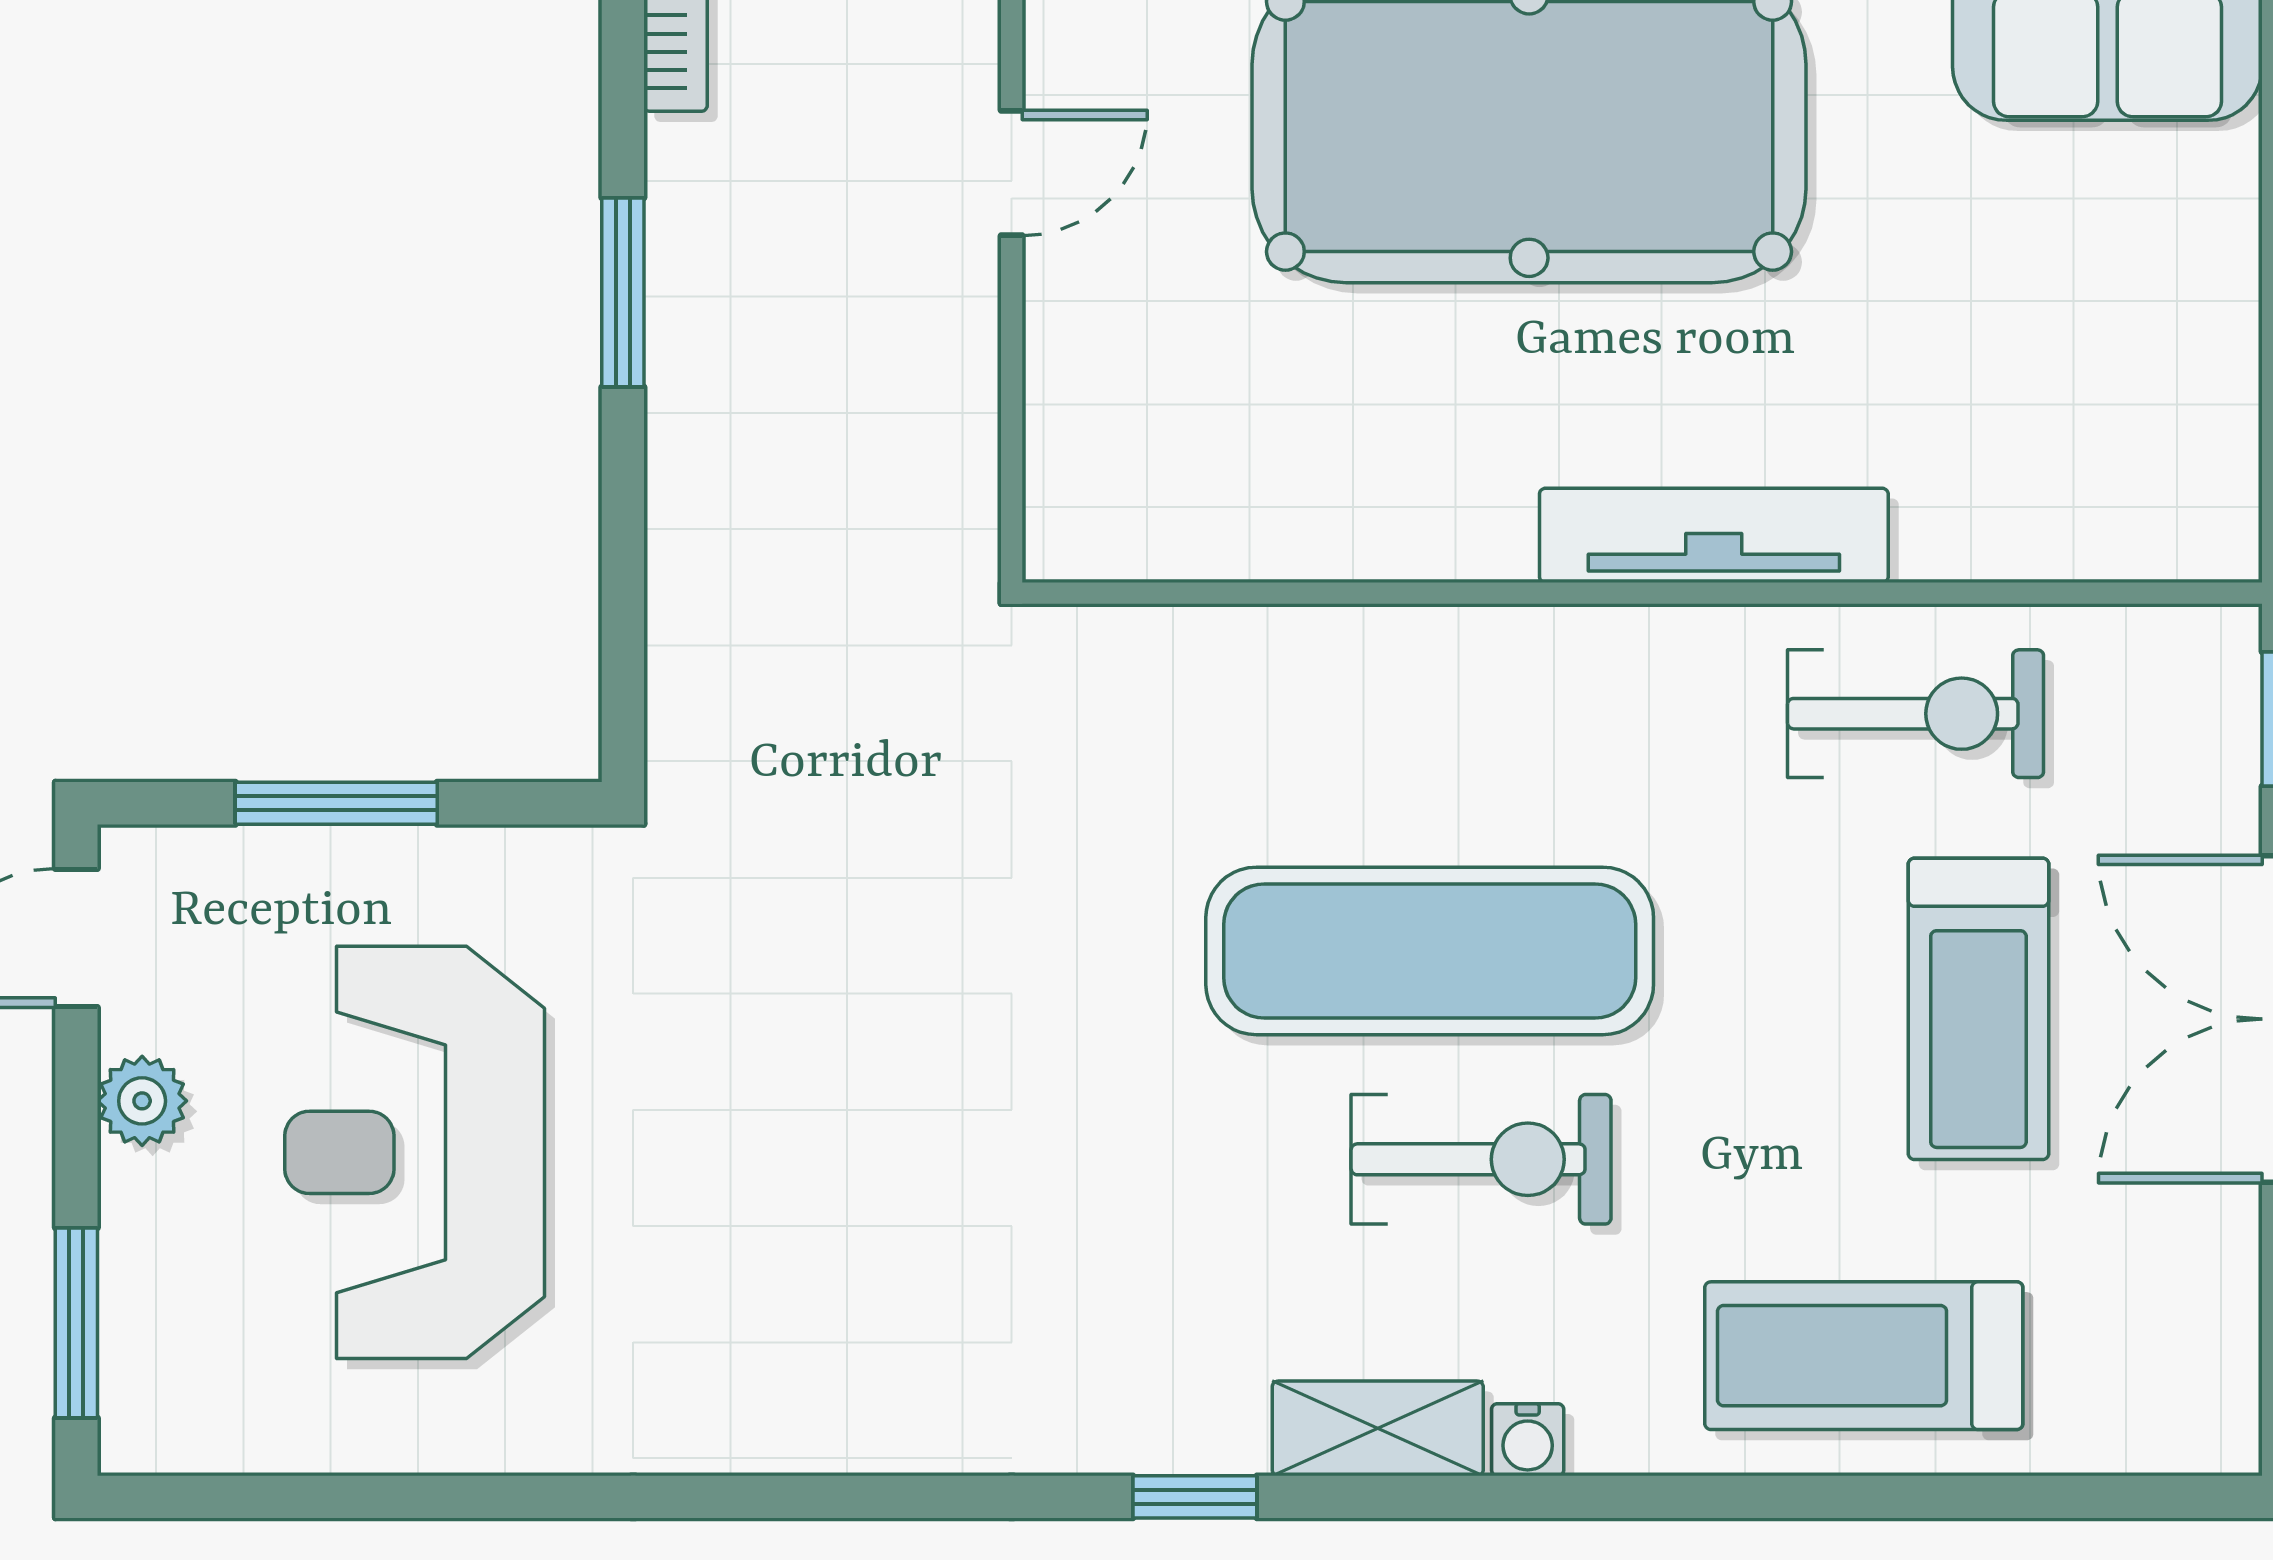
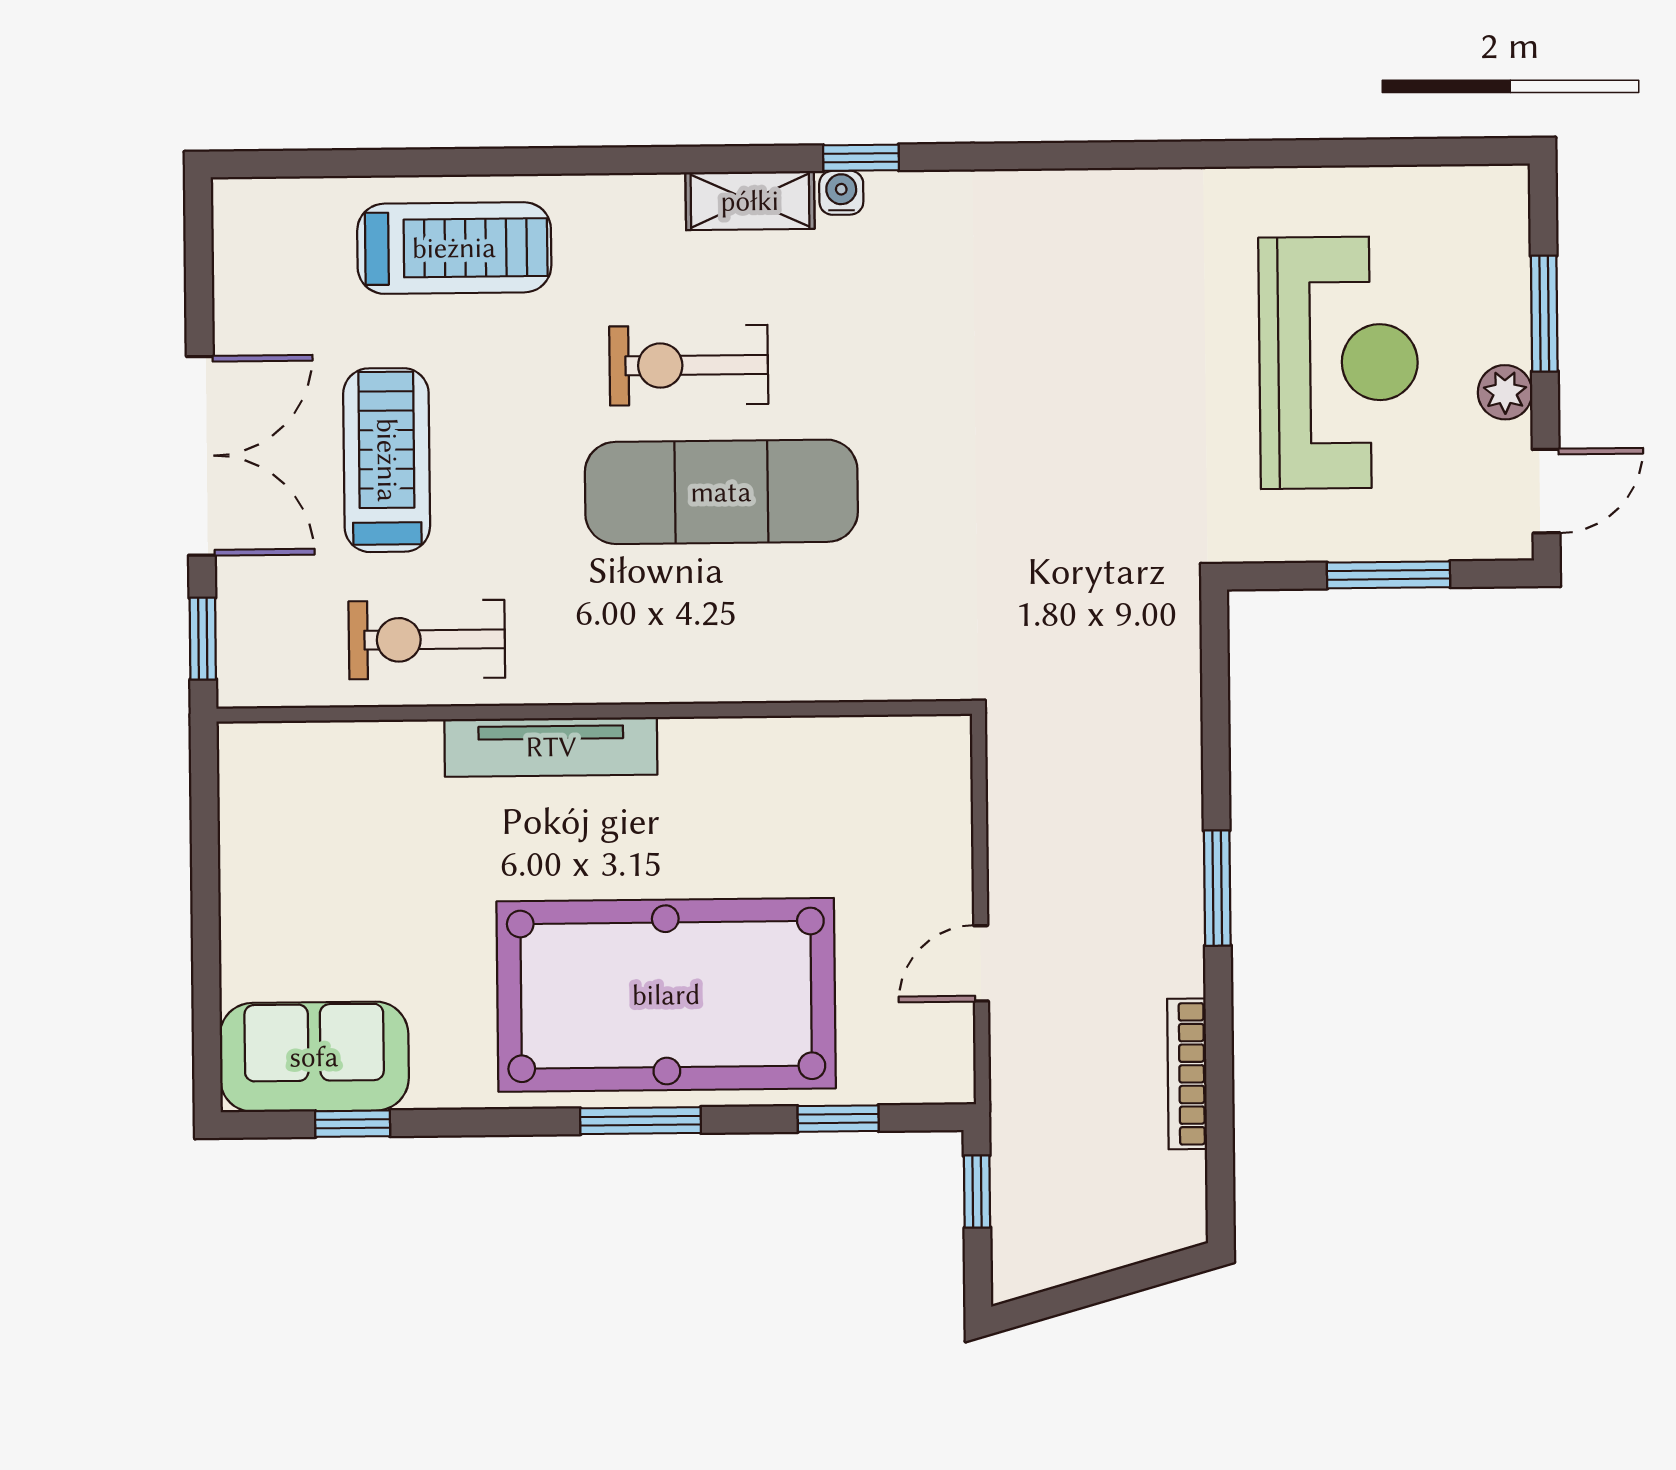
window: (76, 1323) -> (1544, 314), moved
water cooler: (1528, 1440) -> (841, 193), moved

